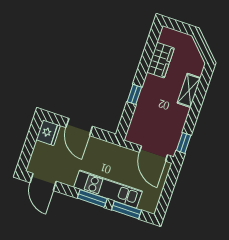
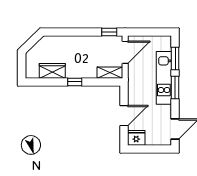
shelving: (189, 90) -> (110, 73), moved
window: (134, 94) -> (75, 82), moved

